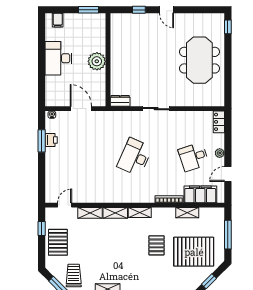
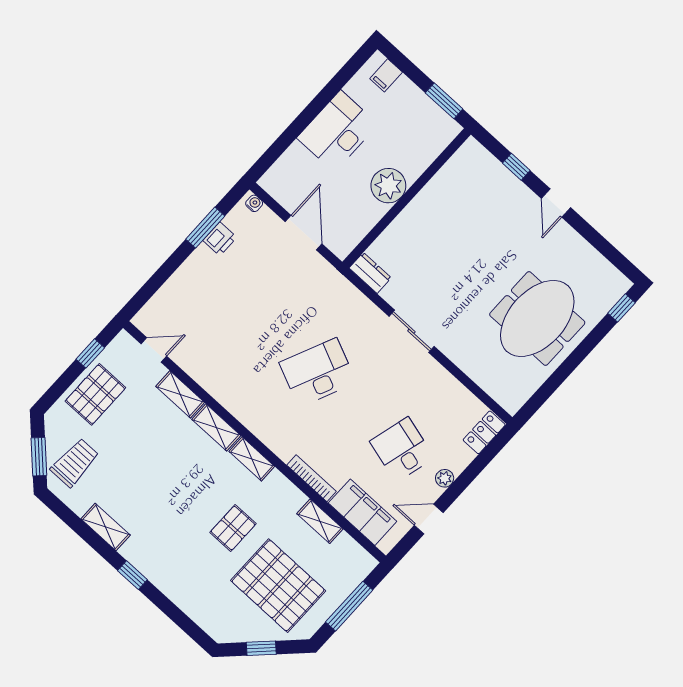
desk: (194, 157) -> (402, 450), turned 33

